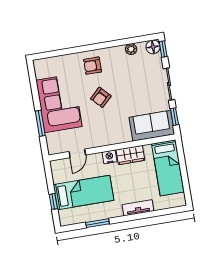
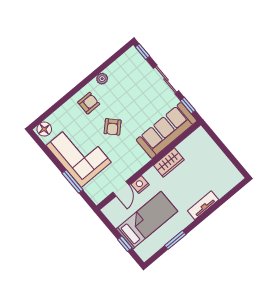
floor lamp: (153, 47) -> (44, 129), moved
plant: (131, 49) -> (102, 79), moved
armchair: (93, 66) -> (89, 103), turned 180
sofa: (152, 126) -> (167, 130), width x1.36
nightstand: (109, 157) -> (140, 184), moved
bed: (168, 168) -> (209, 154), removed

